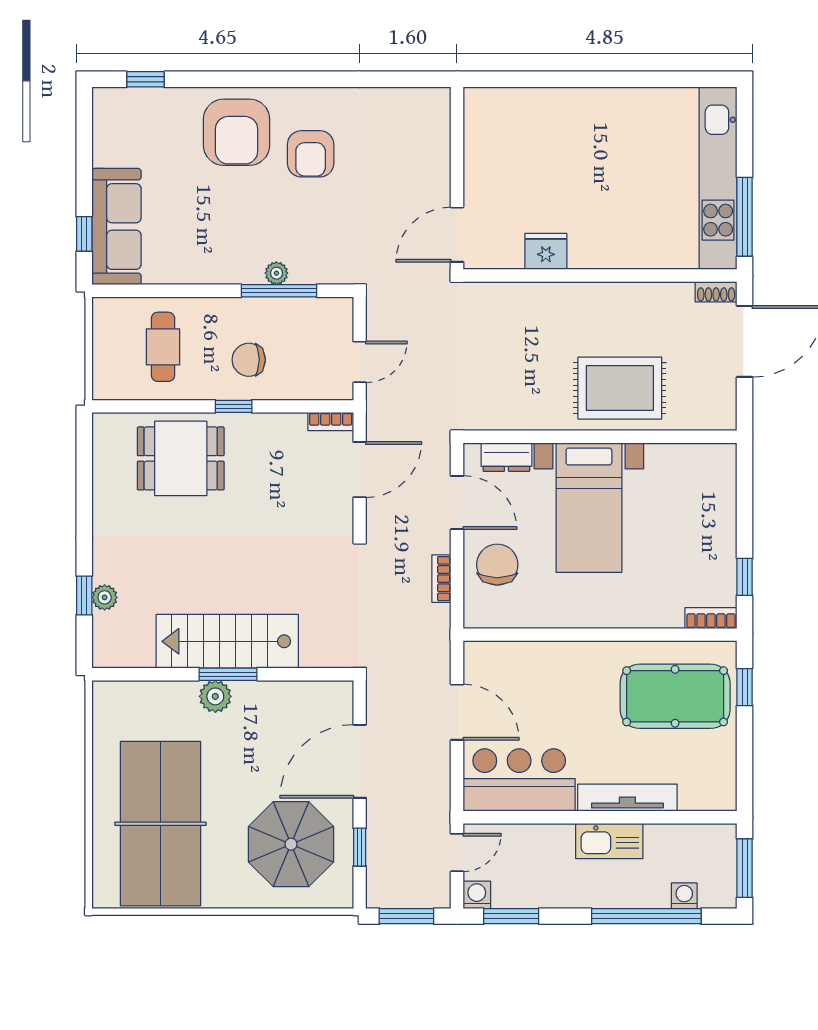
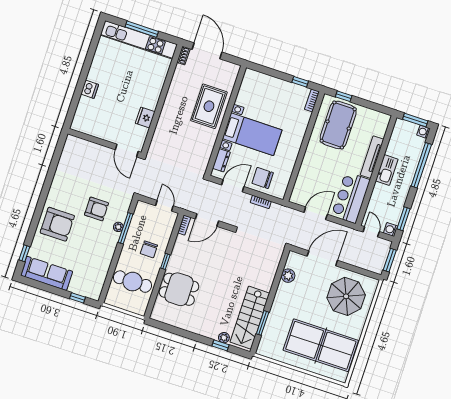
dishwasher: (568, 104) -> (90, 89), added
armchair: (311, 154) -> (96, 209), moved
window: (745, 217) -> (142, 29), moved
sofa: (117, 227) -> (47, 273), moved
cafe table: (163, 347) -> (133, 282), width x1.37, depth x1.35
dining table: (181, 458) -> (179, 289), turned 90
door: (360, 470) -> (207, 220), swing flipped
stairs: (227, 641) -> (250, 318), moved
window: (228, 674) -> (263, 323), moved
plant: (215, 696) -> (288, 276), moved
door: (360, 761) -> (322, 258), swing flipped
window: (360, 847) -> (356, 270), removed
washing machine: (684, 896) -> (423, 132), moved

